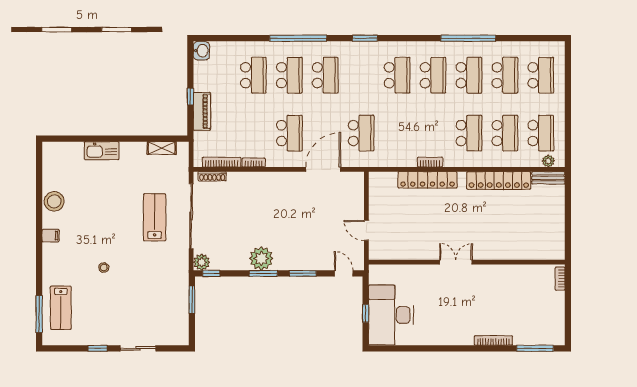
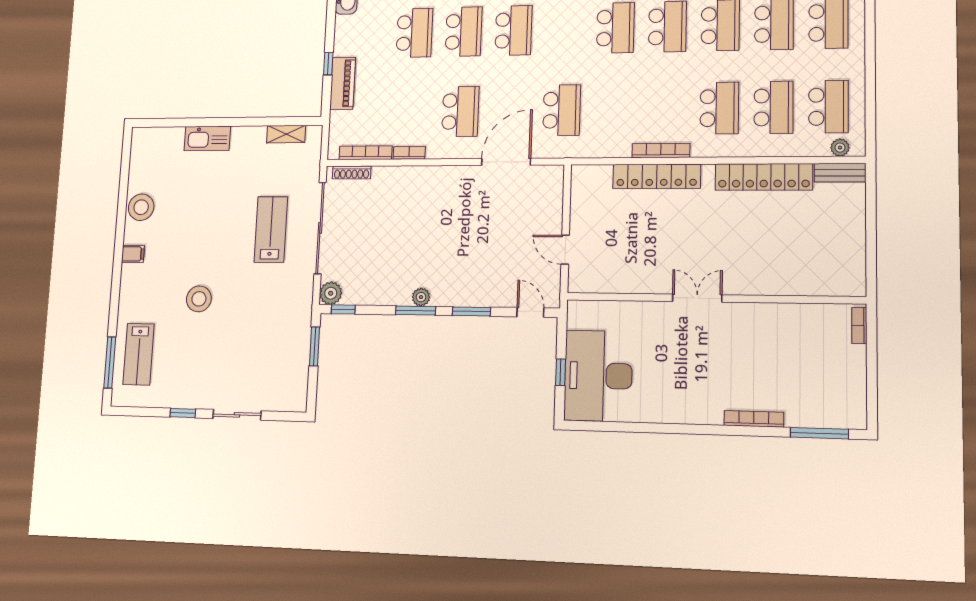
bookcase: (430, 162) -> (661, 151), width x1.56
plant: (261, 258) -> (421, 297), width x0.53, depth x0.53
stool: (104, 267) -> (199, 299), width x1.89, depth x1.89

